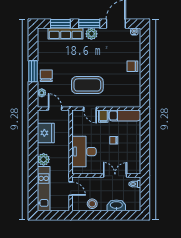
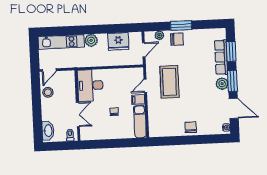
desk: (84, 152) -> (90, 85), moved, turned -90
door: (71, 189) -> (49, 70), moved
washbasin: (116, 205) -> (48, 131), moved

